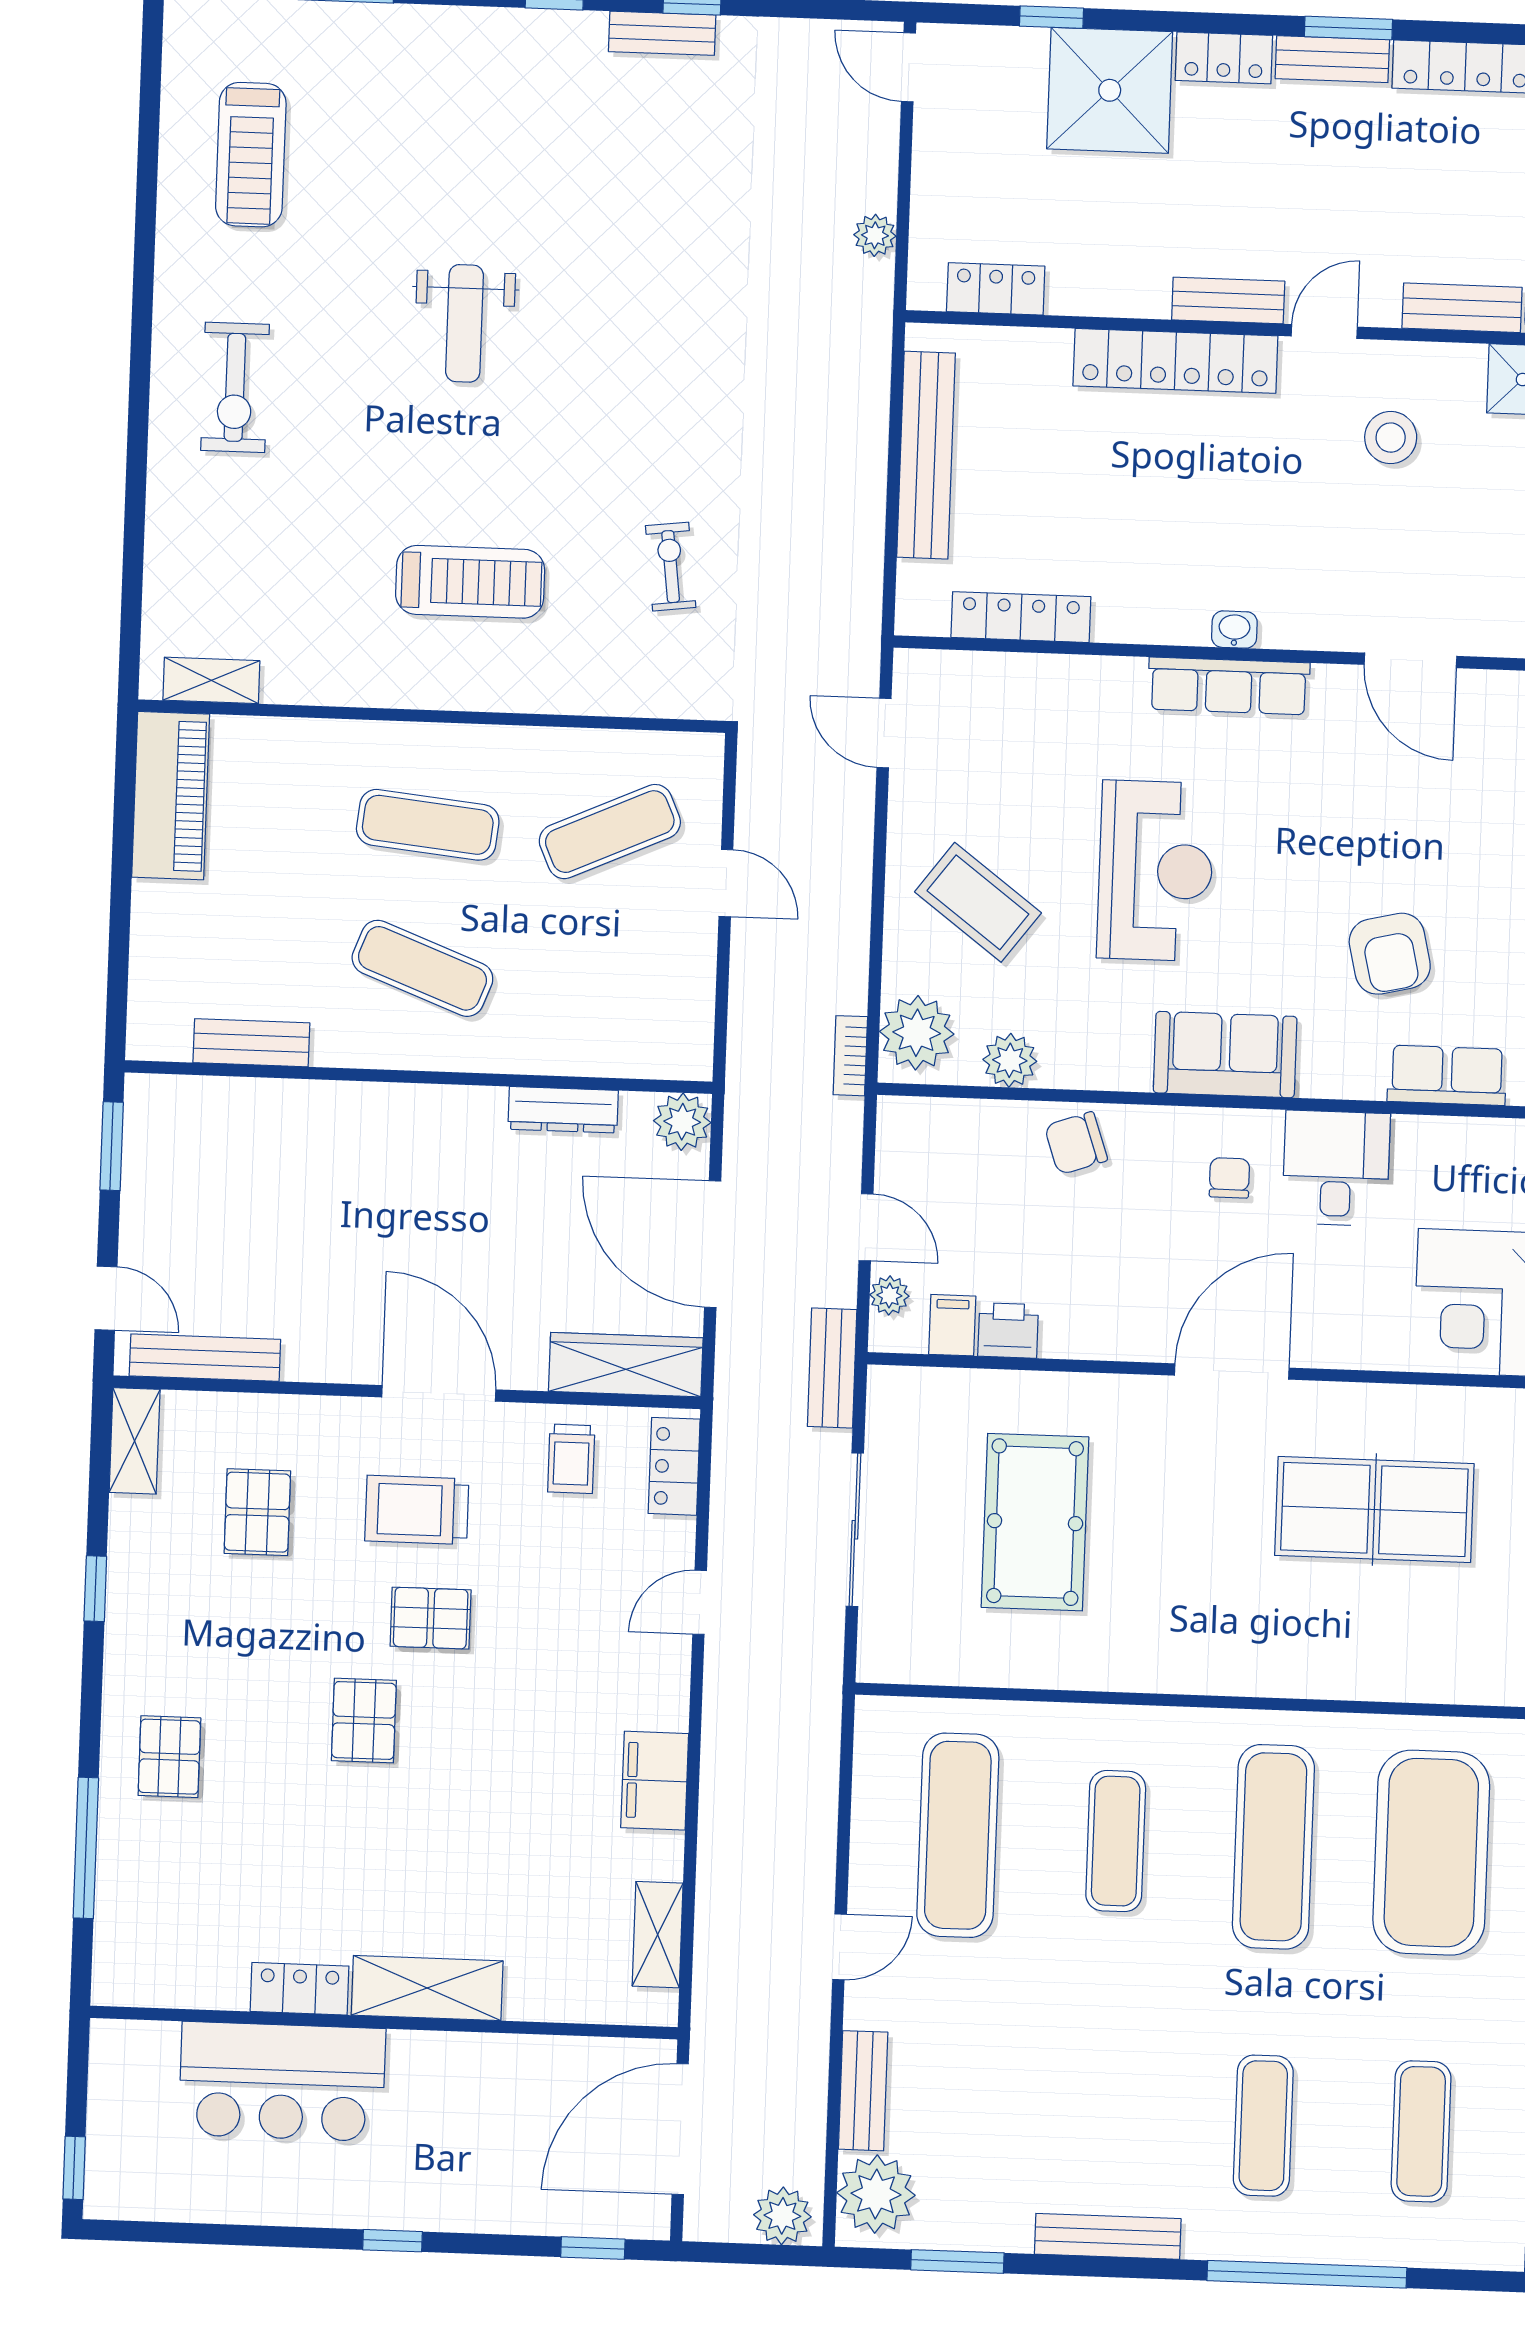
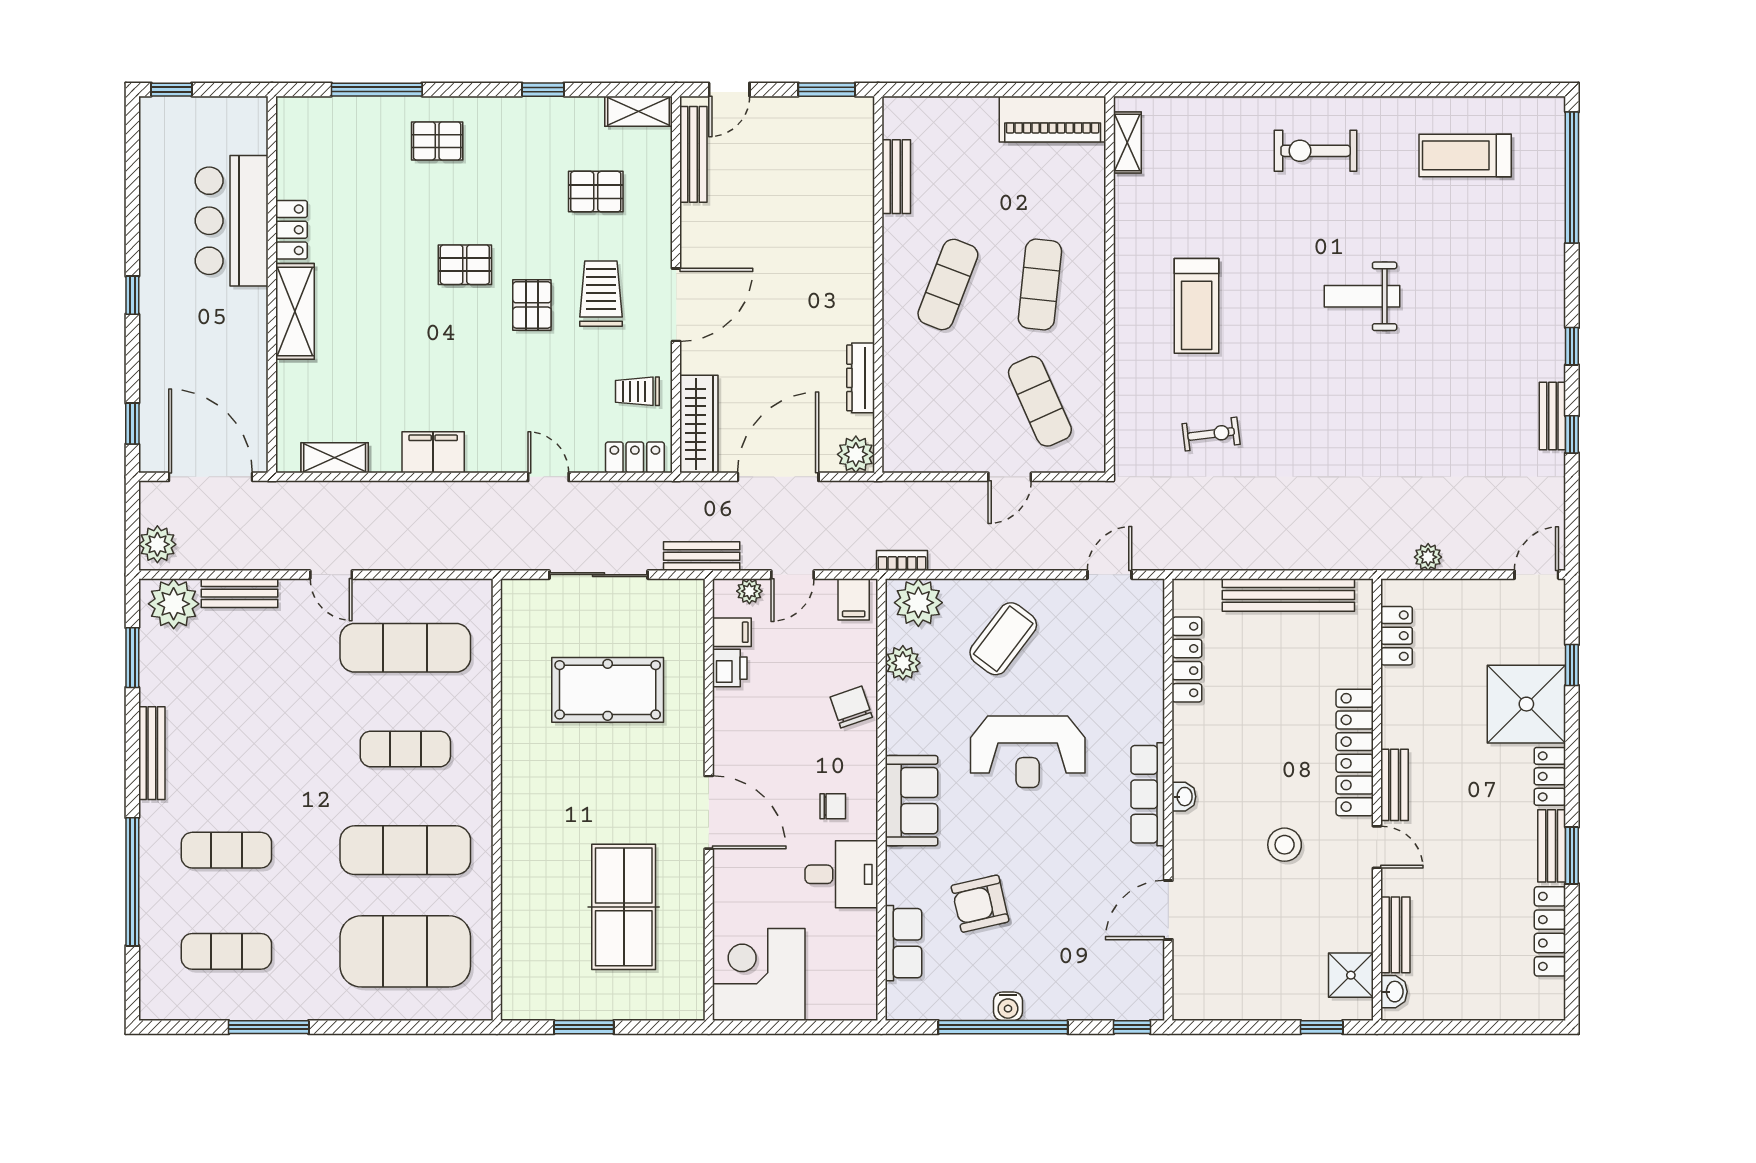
stool: (1391, 438) -> (1285, 845), moved
filing cabinet: (908, 1133) -> (854, 599), added

